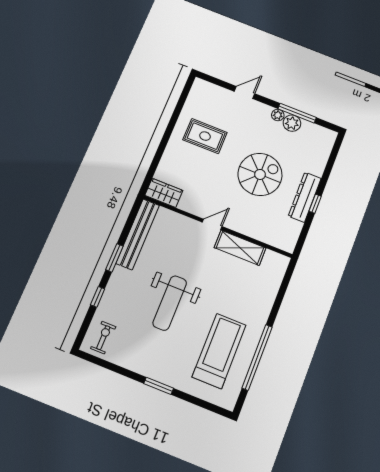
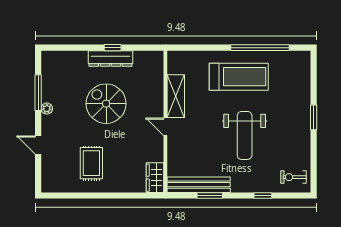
plant: (292, 123) -> (49, 94), removed
window: (114, 258) -> (210, 195), moved
weight bench: (170, 303) -> (245, 135), turned 90
treadmill: (219, 351) -> (239, 77), moved, turned 180

